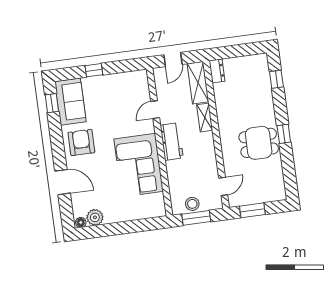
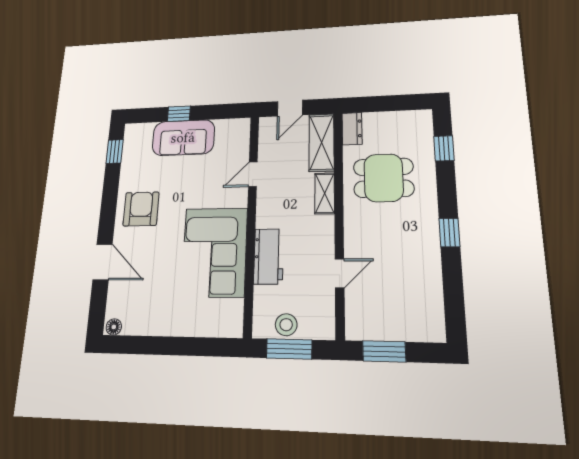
sofa: (70, 102) -> (183, 138), moved, turned 90
workbench: (172, 142) -> (269, 256), moved
dining table: (259, 143) -> (384, 178), moved
door: (223, 186) -> (340, 273), moved
plant: (95, 217) -> (136, 322), removed

